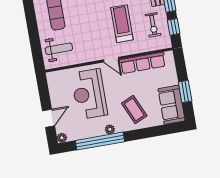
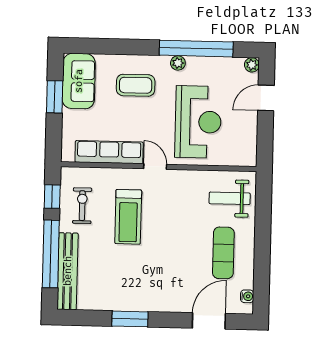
coffee table: (134, 110) -> (136, 85), turned -66

